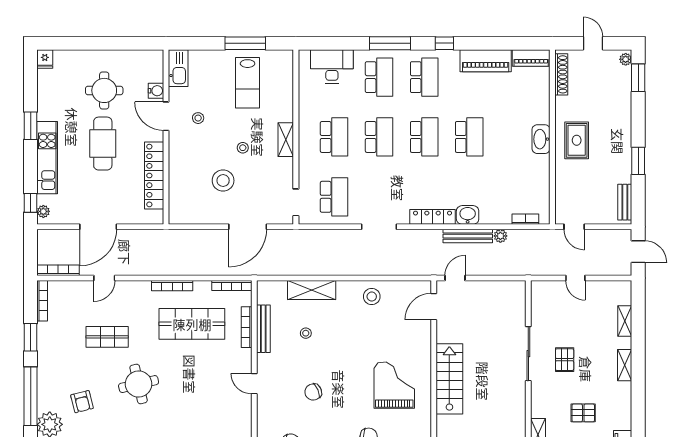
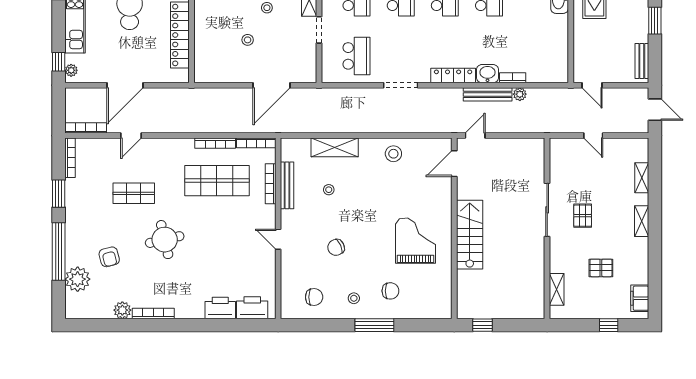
stool: (223, 181) -> (248, 40), width x0.53, depth x0.53
doorway: (296, 202) -> (319, 30), moved
bookcase: (525, 219) -> (513, 78), moved
bookcase: (172, 286) -> (215, 143), moved

